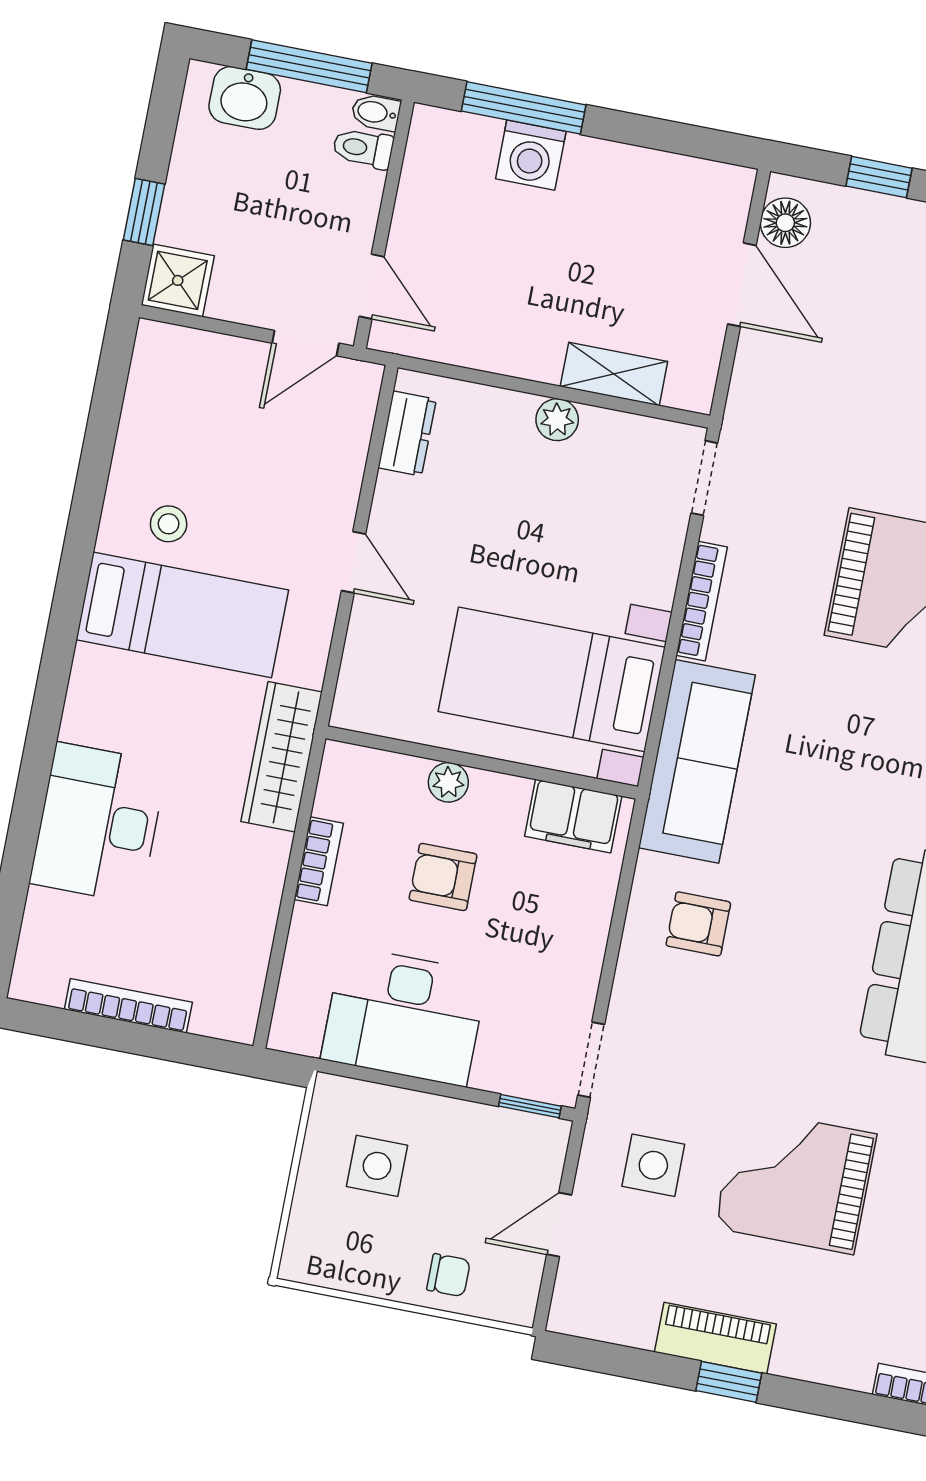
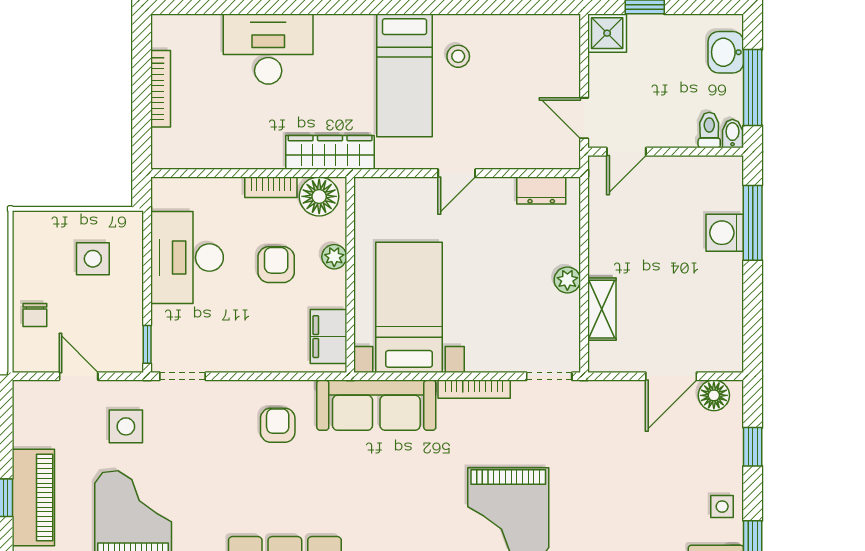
floor lamp: (348, 788) -> (319, 196), added
piano: (715, 1338) -> (33, 497), width x1.37, depth x1.33

